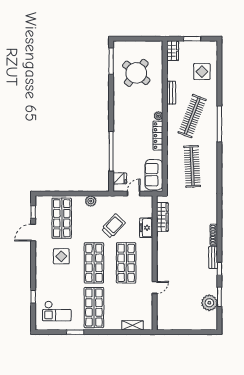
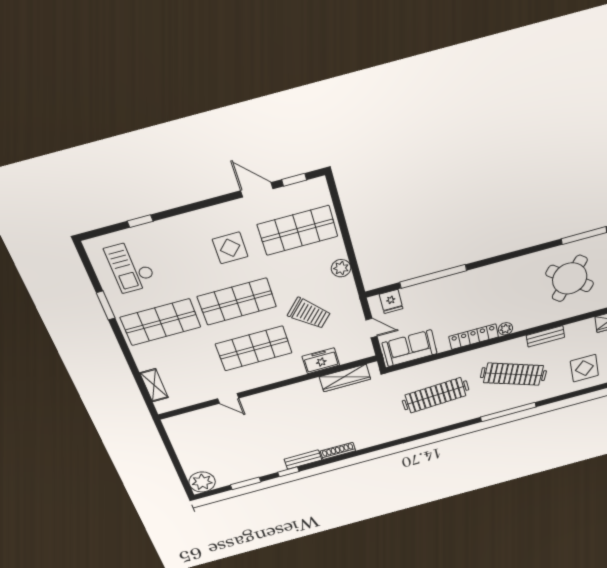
plant: (209, 303) -> (202, 482), moved

